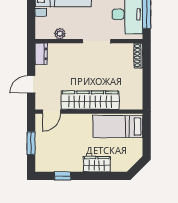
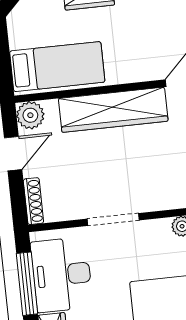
door: (147, 82) -> (13, 154), added
plant: (135, 102) -> (30, 115), added

